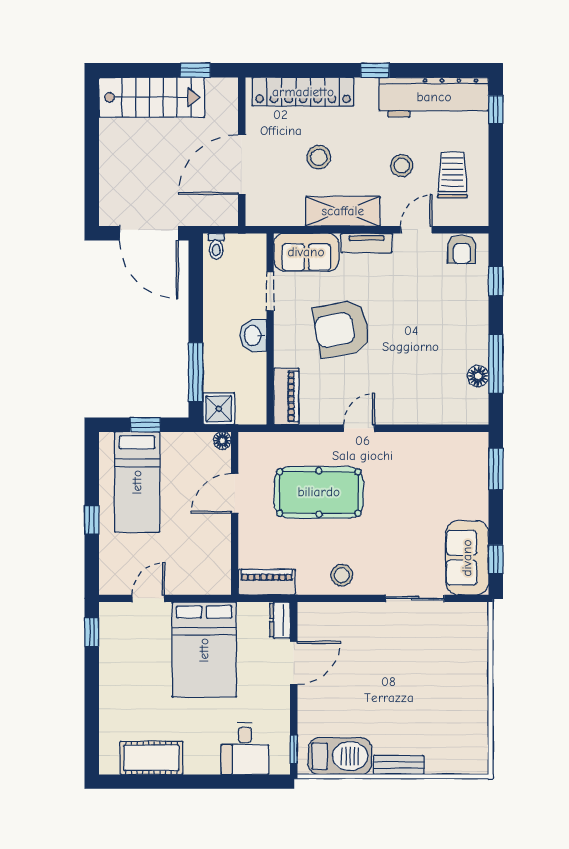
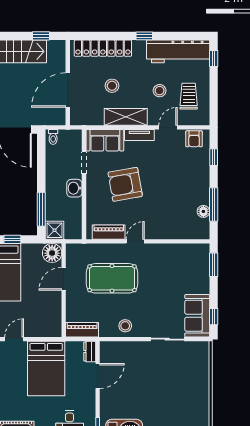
piano: (286, 396) -> (109, 232), moved, turned -90
floor lamp: (222, 441) -> (52, 253), width x1.89, depth x1.89

